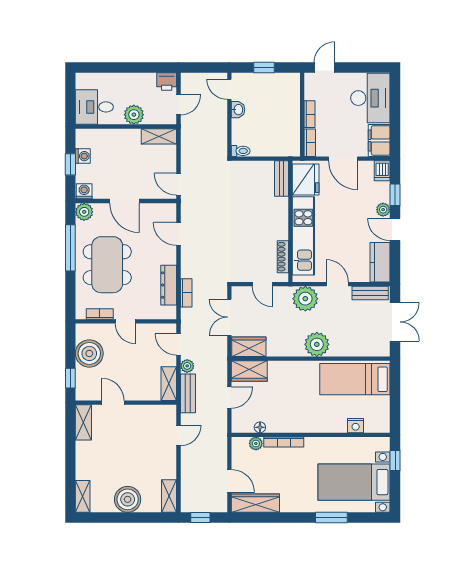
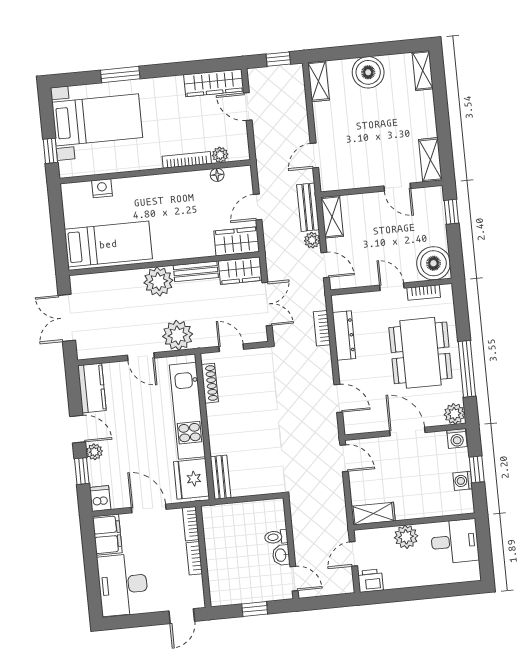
toilet: (241, 151) -> (276, 537), moved
bench: (370, 293) -> (196, 271), moved
boiler: (89, 353) -> (433, 263), moved

